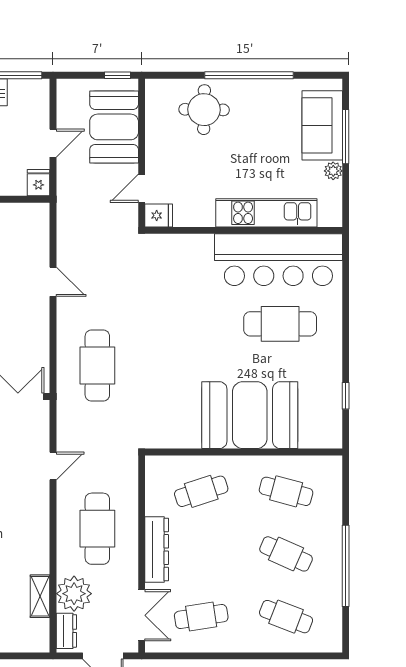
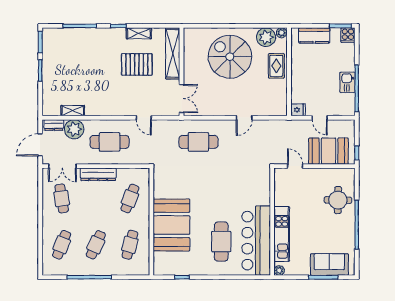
plant: (333, 171) -> (279, 270), moved
fridge: (159, 215) -> (280, 175), removed
cafe table: (201, 491) -> (130, 199), turned 39

